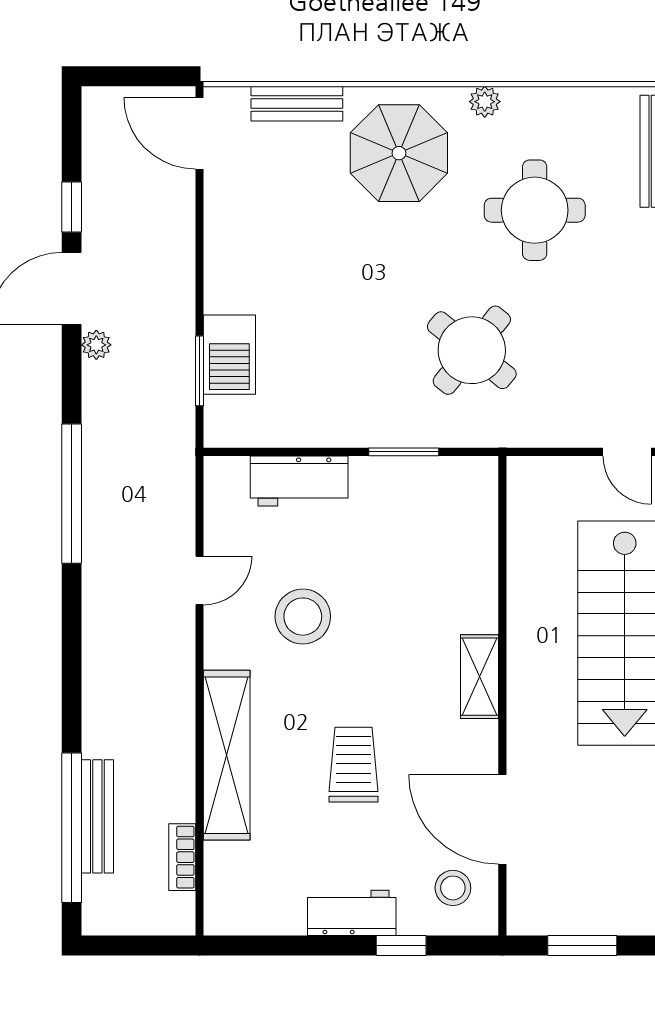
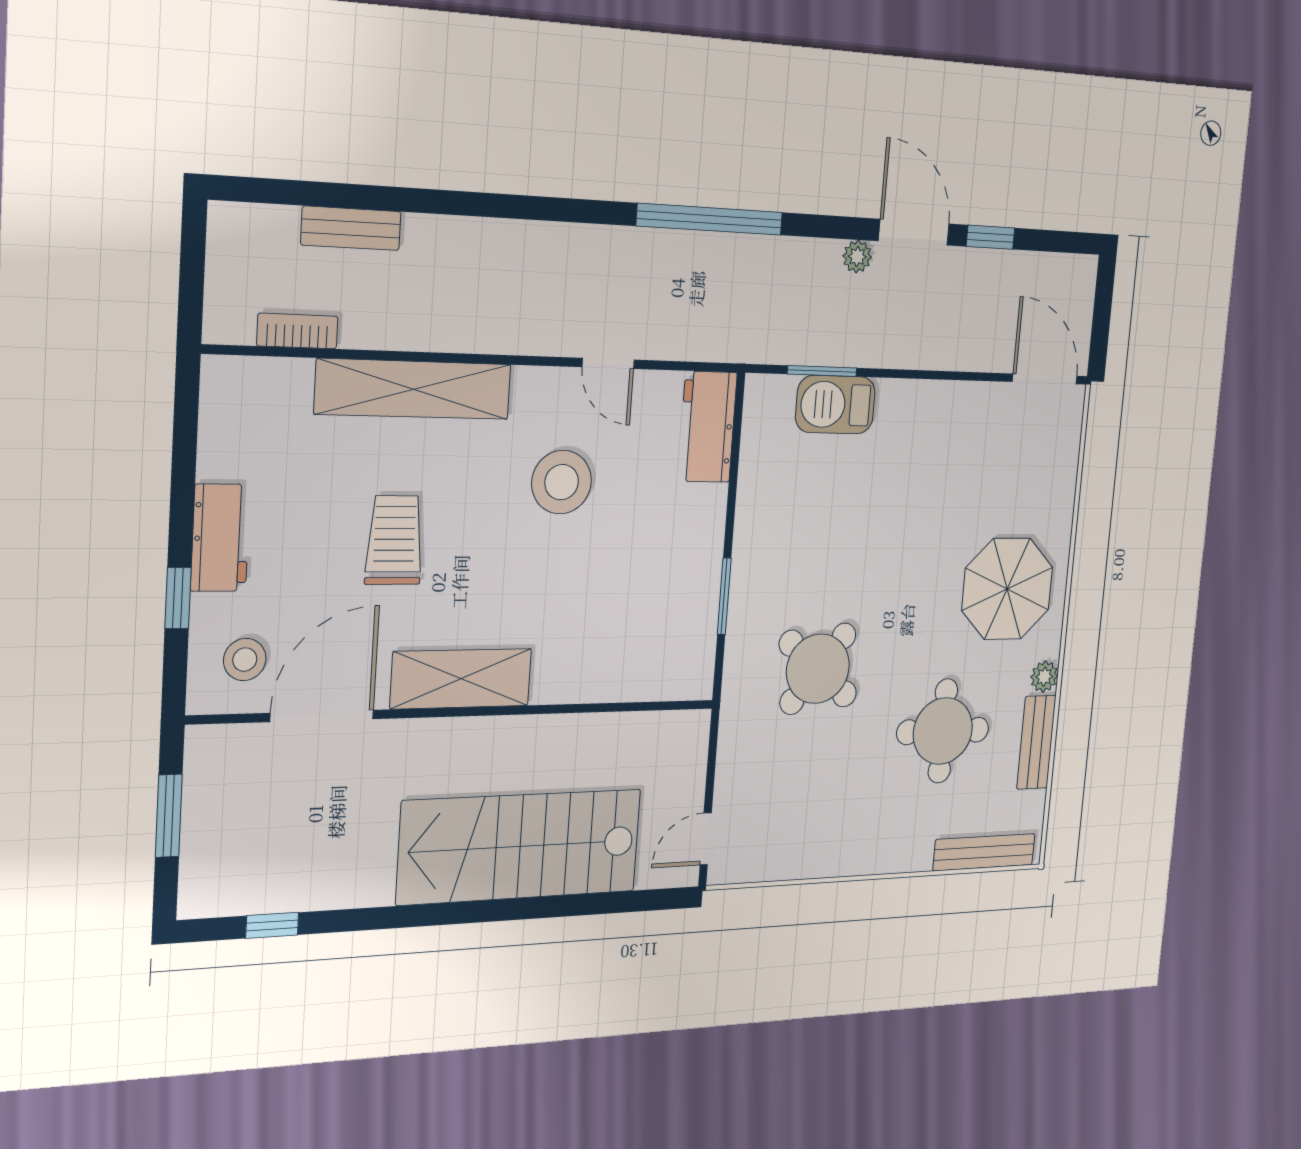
bench: (297, 104) -> (1036, 742), moved
door: (199, 133) -> (1045, 379), hinge flipped
workbench: (299, 481) -> (708, 427), moved
shelving: (480, 677) -> (461, 679), width x1.50, depth x1.33
trolley: (353, 765) -> (394, 540), turned -90
bench: (97, 816) -> (351, 228), width x0.73
window: (72, 828) -> (339, 195), removed

